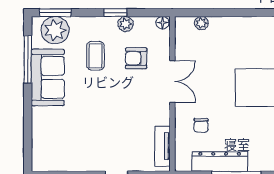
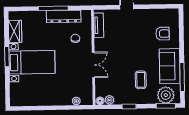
plant: (126, 24) -> (109, 100), moved
armchair: (136, 58) -> (163, 34), moved
double door: (172, 81) -> (93, 65), swing flipped

